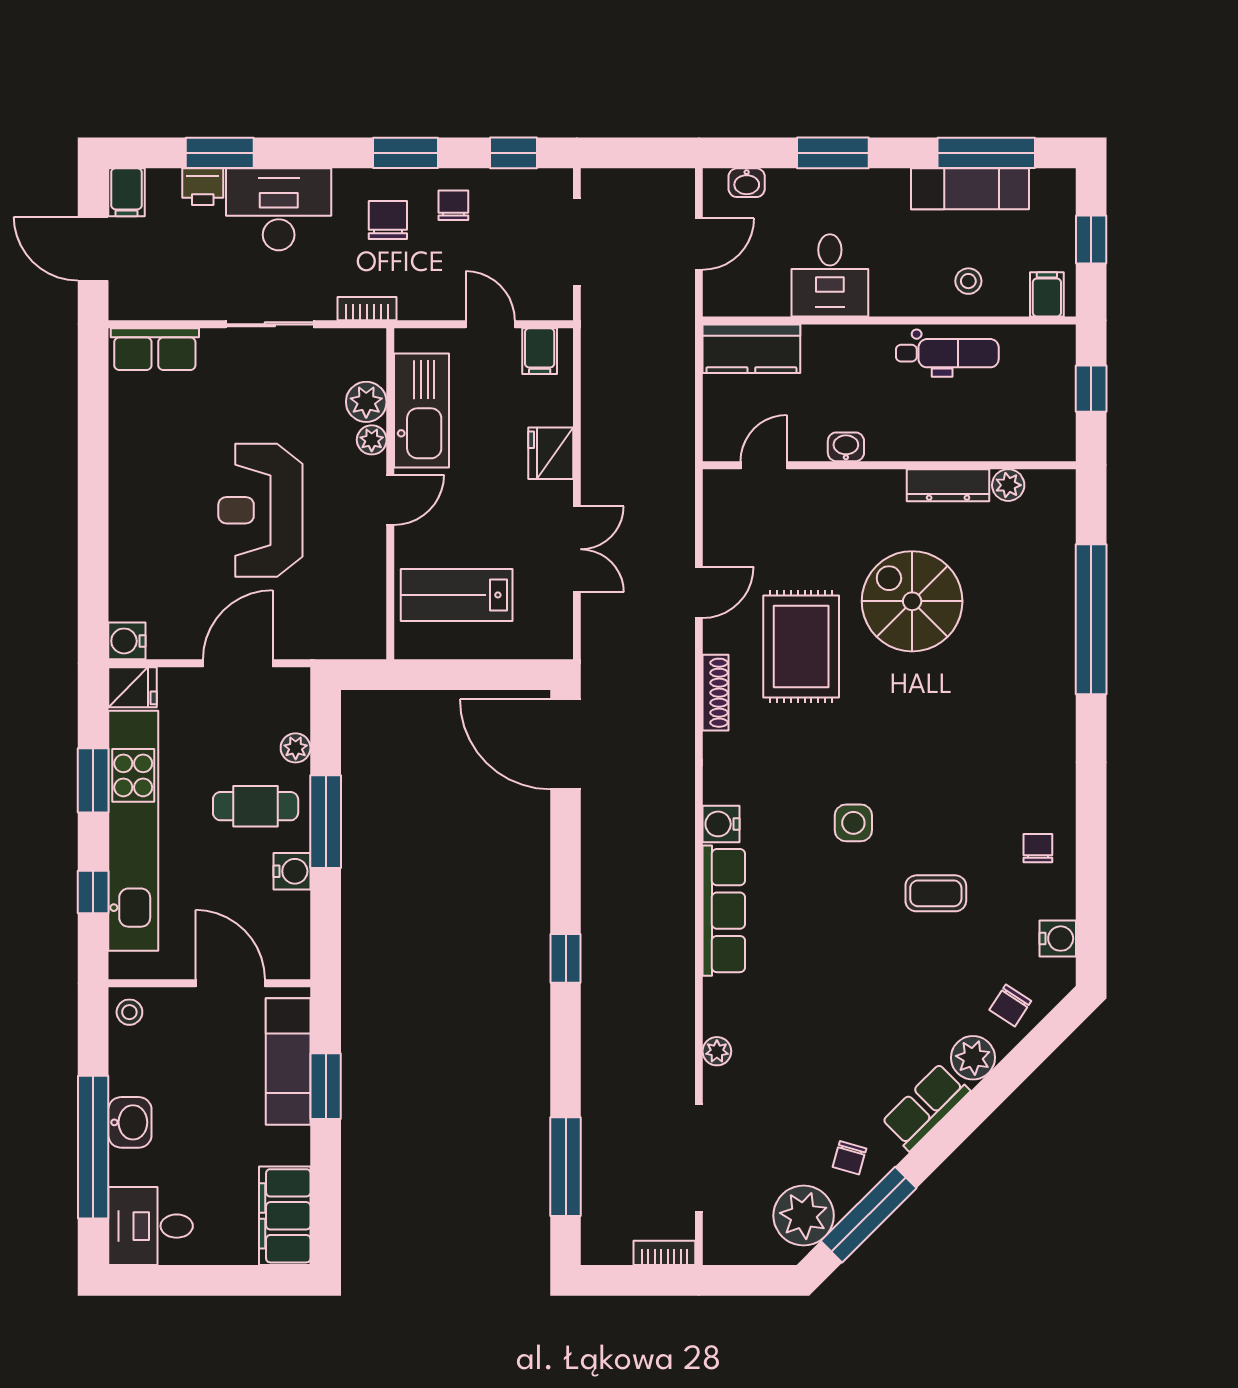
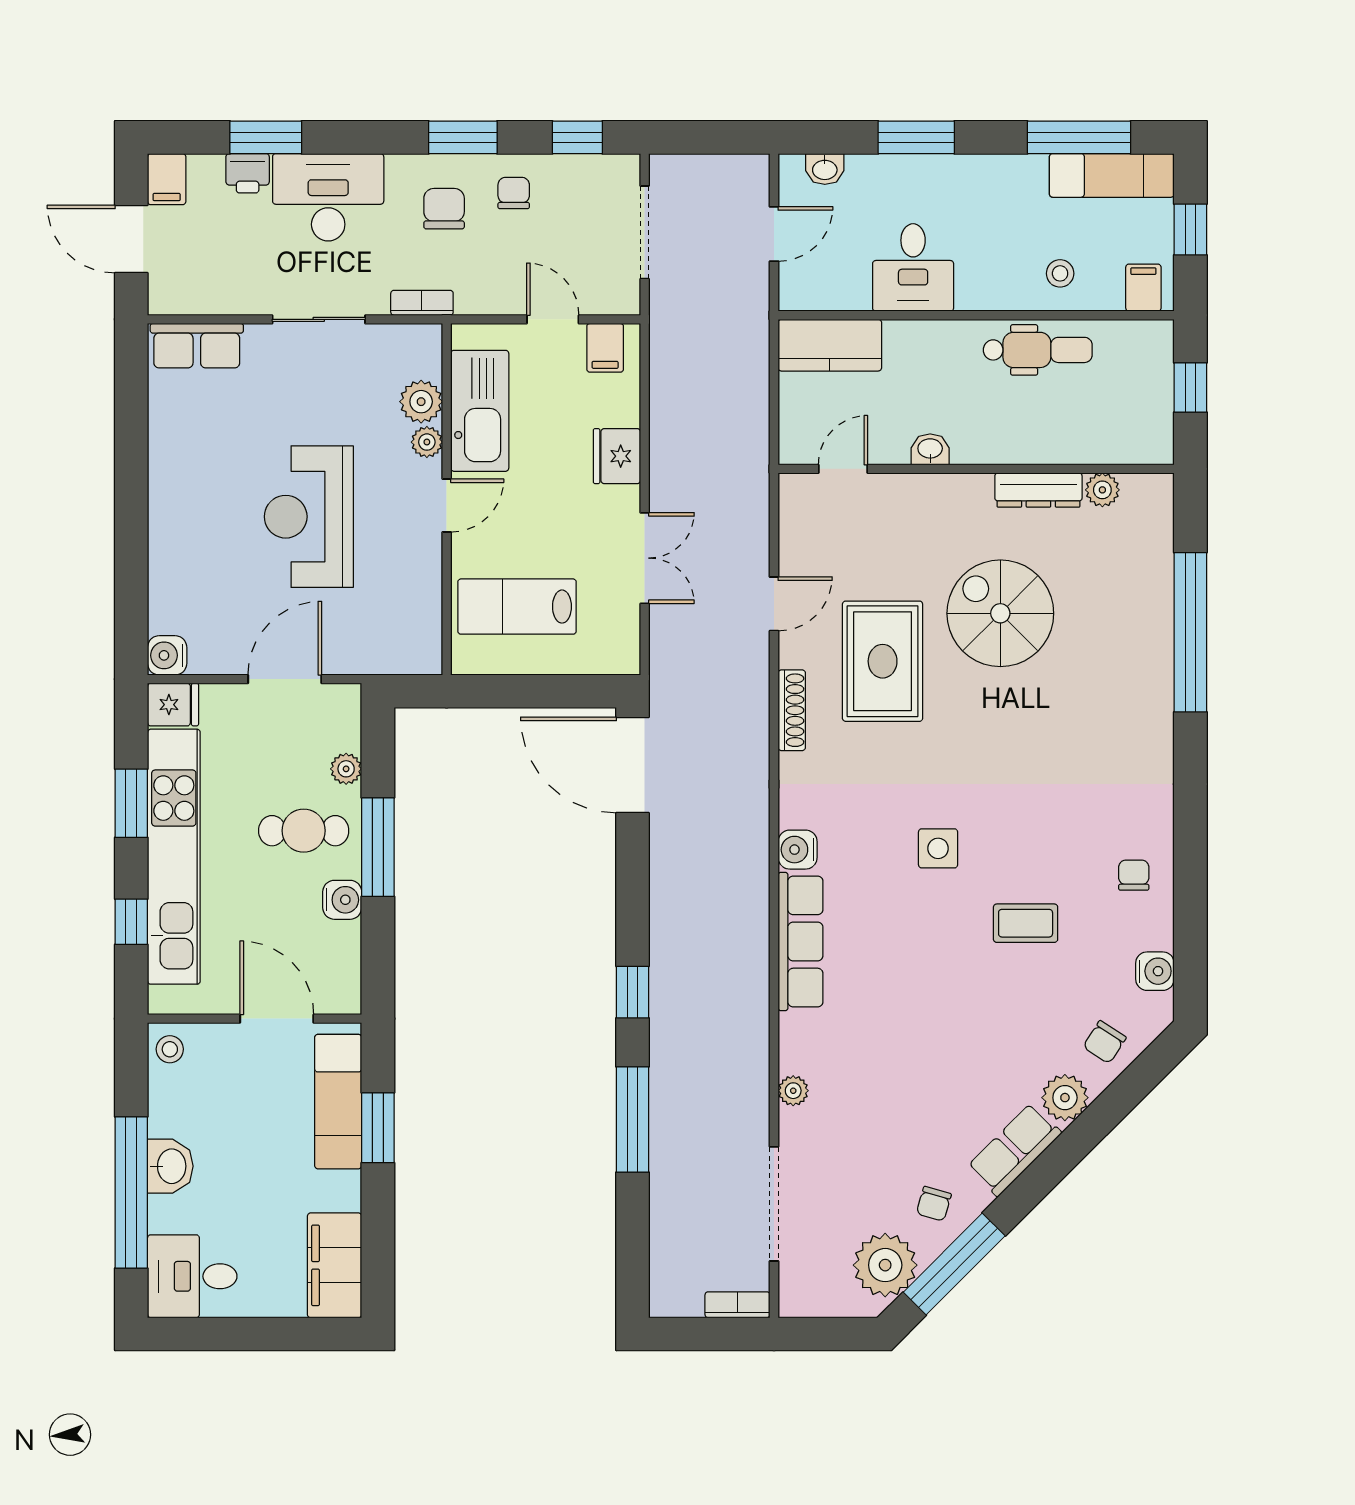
exam couch: (970, 189) -> (1112, 175), moved
window: (566, 1167) -> (633, 1120), moved

